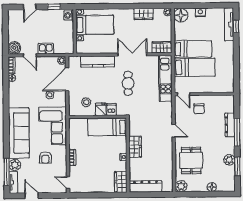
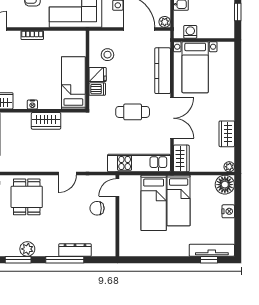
washing machine: (69, 15) -> (190, 32), moved
bed with nightstands: (95, 25) -> (195, 67), moved
dining table: (191, 161) -> (27, 197), turned 90

